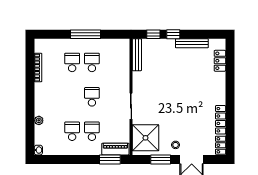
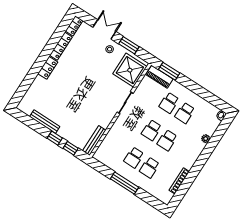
locker: (220, 61) -> (48, 68), moved
school desk: (72, 97) -> (167, 140), added

